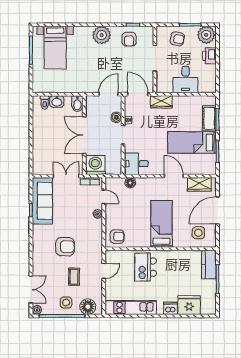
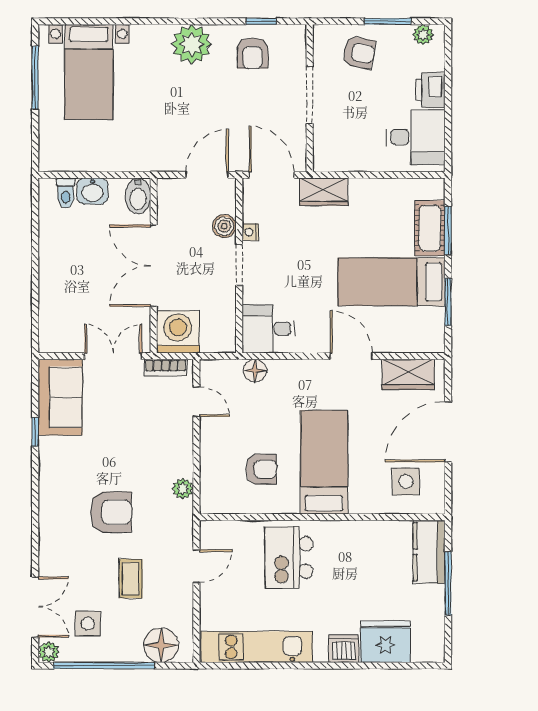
plant: (206, 35) -> (423, 35), width x0.53, depth x0.53
desk: (186, 79) -> (416, 137), moved, turned -90
sofa: (42, 201) -> (60, 397), width x0.73
plant: (98, 214) -> (183, 489), moved
armchair: (117, 237) -> (261, 469), moved
side table: (66, 302) -> (88, 624), moved

